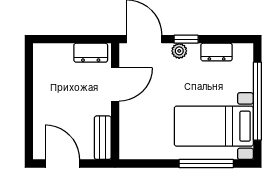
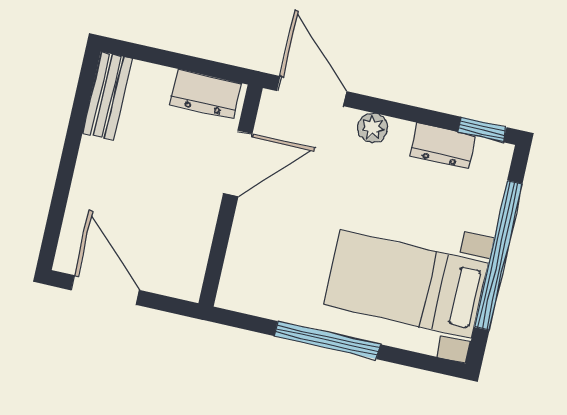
window: (186, 39) -> (482, 130), moved
bench: (103, 138) -> (107, 96), moved
window: (206, 163) -> (327, 340), moved

